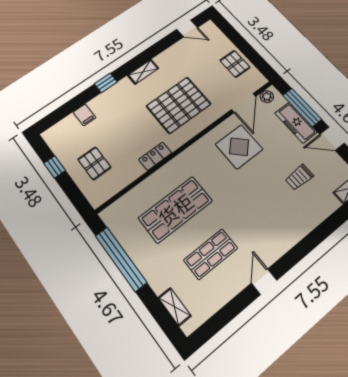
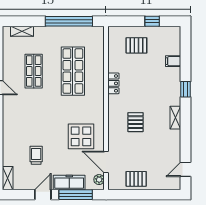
pallet: (179, 105) -> (135, 122), width x0.49, depth x0.50

